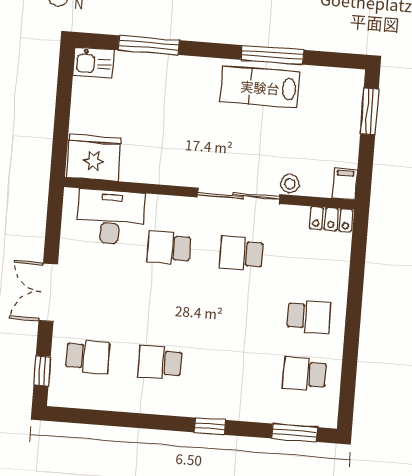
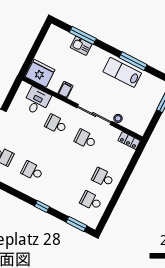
kitchen sink: (94, 63) -> (81, 46), moved
filing cabinet: (345, 184) -> (65, 90), moved
desk: (111, 217) -> (37, 101), width x0.73
school desk: (309, 316) -> (103, 178), turned 180

